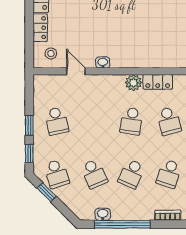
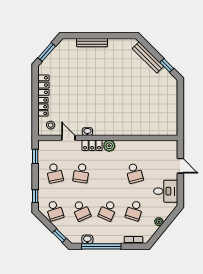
locker: (158, 82) -> (92, 145), moved
school desk: (131, 121) -> (81, 173), moved
window: (29, 125) -> (35, 156), moved
window: (47, 192) -> (59, 236), moved

